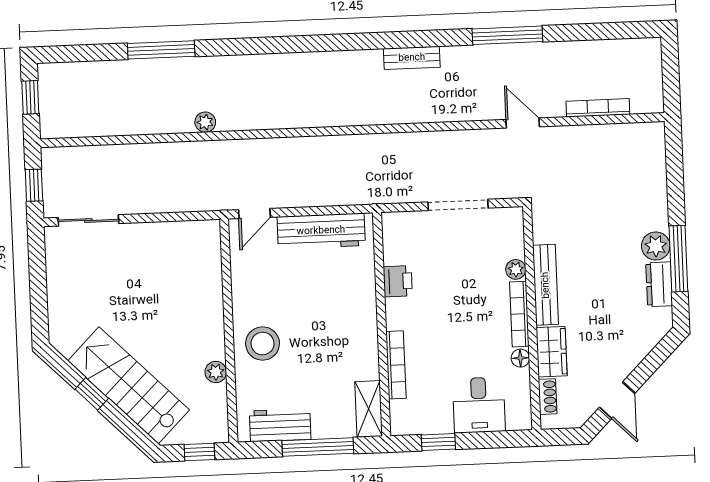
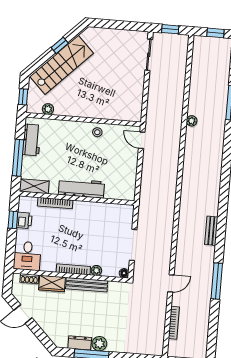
workbench: (321, 231) -> (81, 188), moved, turned 90
printer: (398, 281) -> (24, 220), moved, turned -90
stool: (263, 344) -> (97, 132), moved, width x0.53, depth x0.53
floor lamp: (520, 358) -> (124, 273), moved
plant: (216, 372) -> (48, 109), moved
desk: (479, 405) -> (27, 256), moved, turned -90

